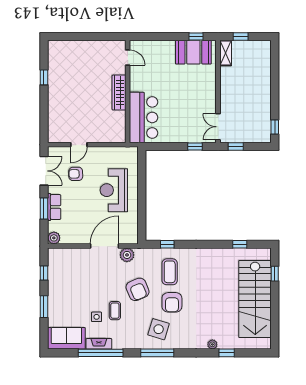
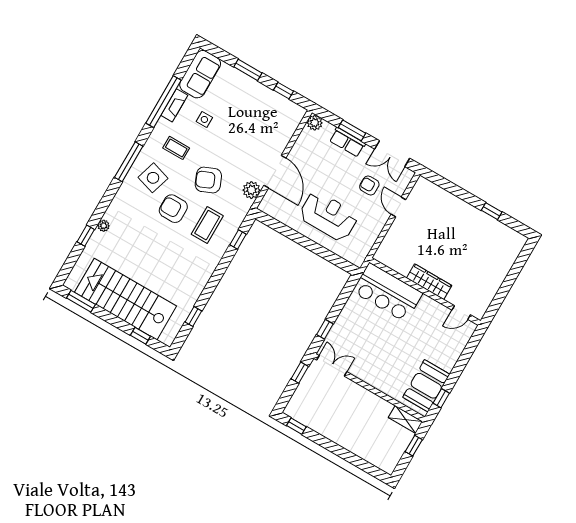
armchair: (76, 174) -> (369, 185), turned -89
coffee table: (170, 272) -> (207, 225), turned 90
coffee table: (115, 311) -> (176, 148), moved
window: (275, 330) -> (81, 301), added

